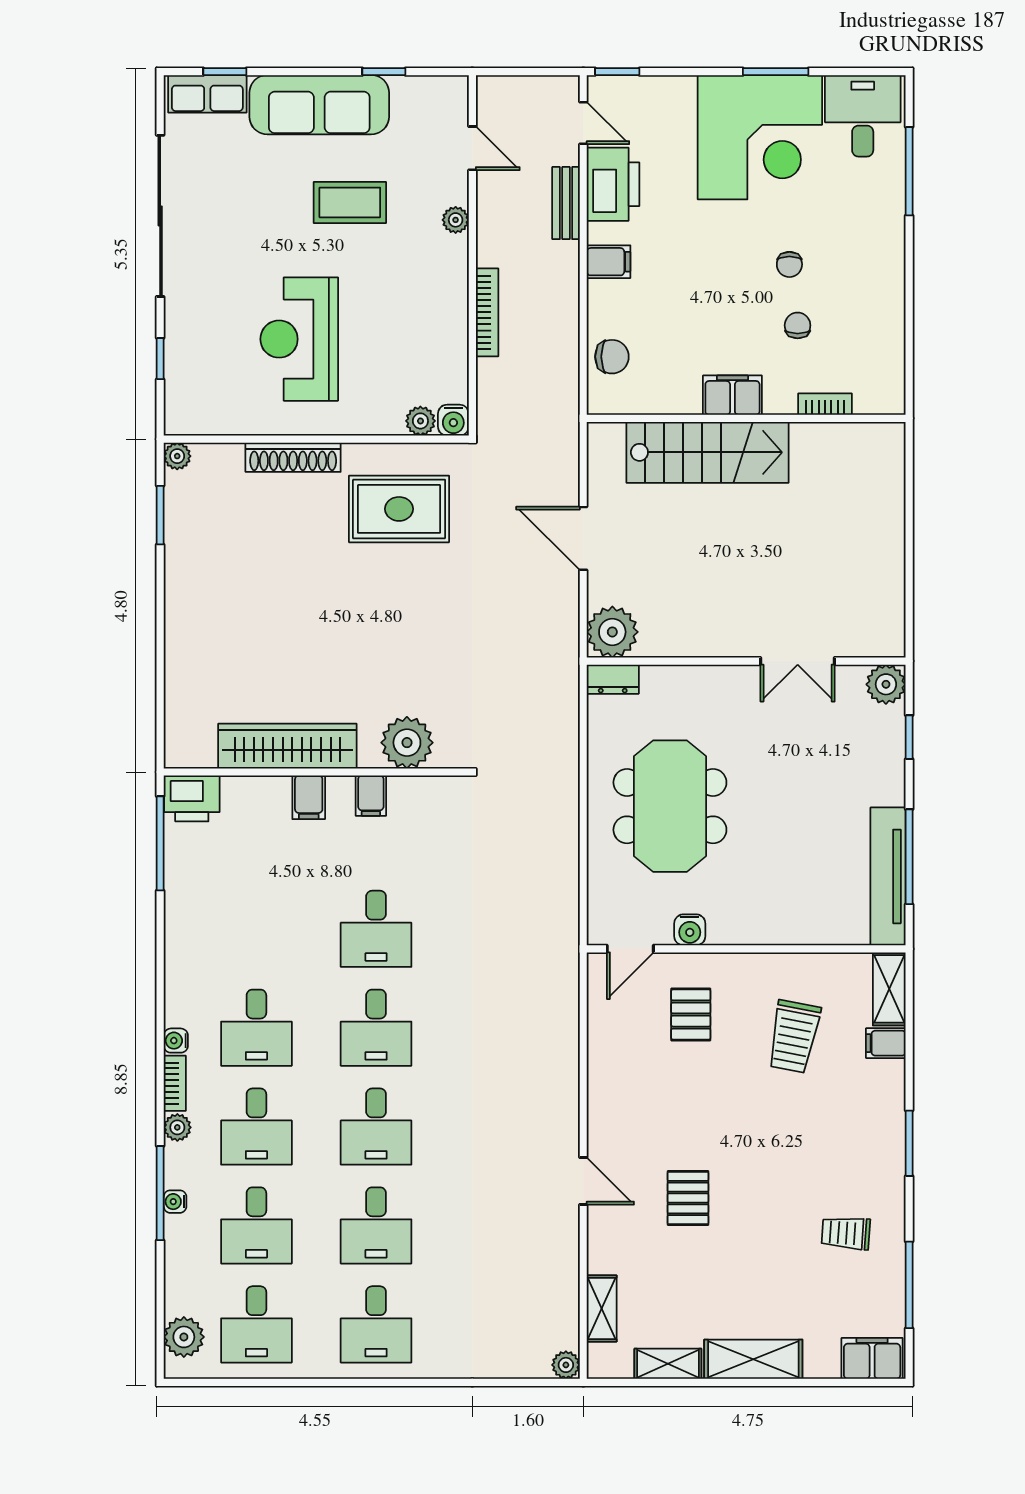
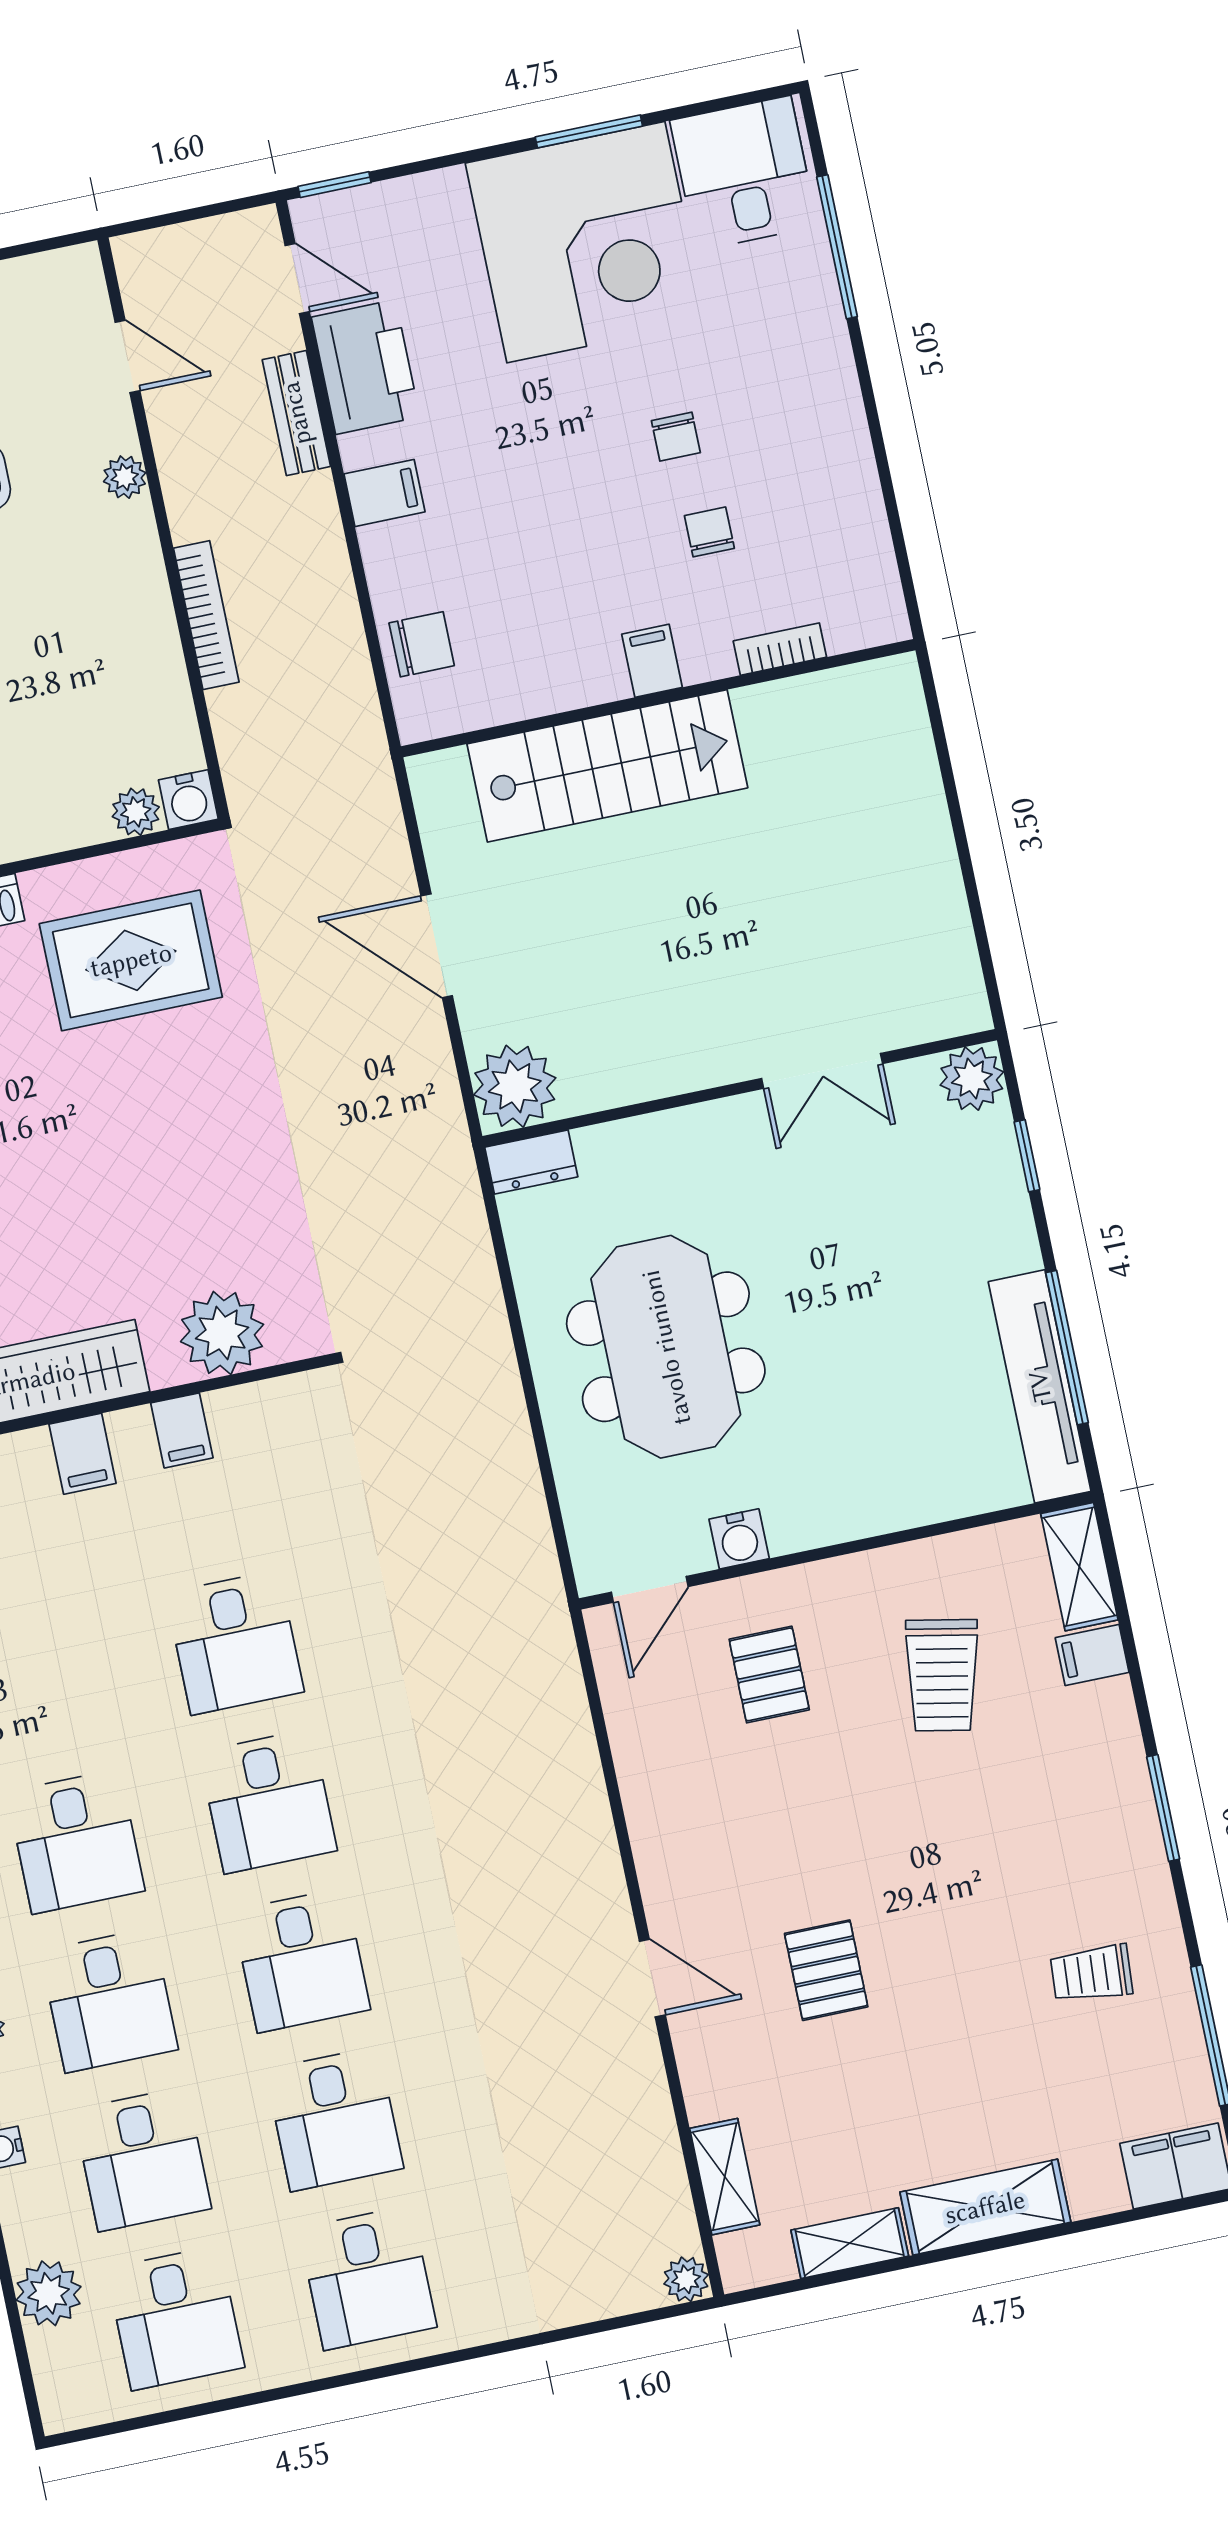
filing cabinet: (732, 395) -> (652, 661), width x0.50
plant: (184, 1337) -> (49, 2293), moved

